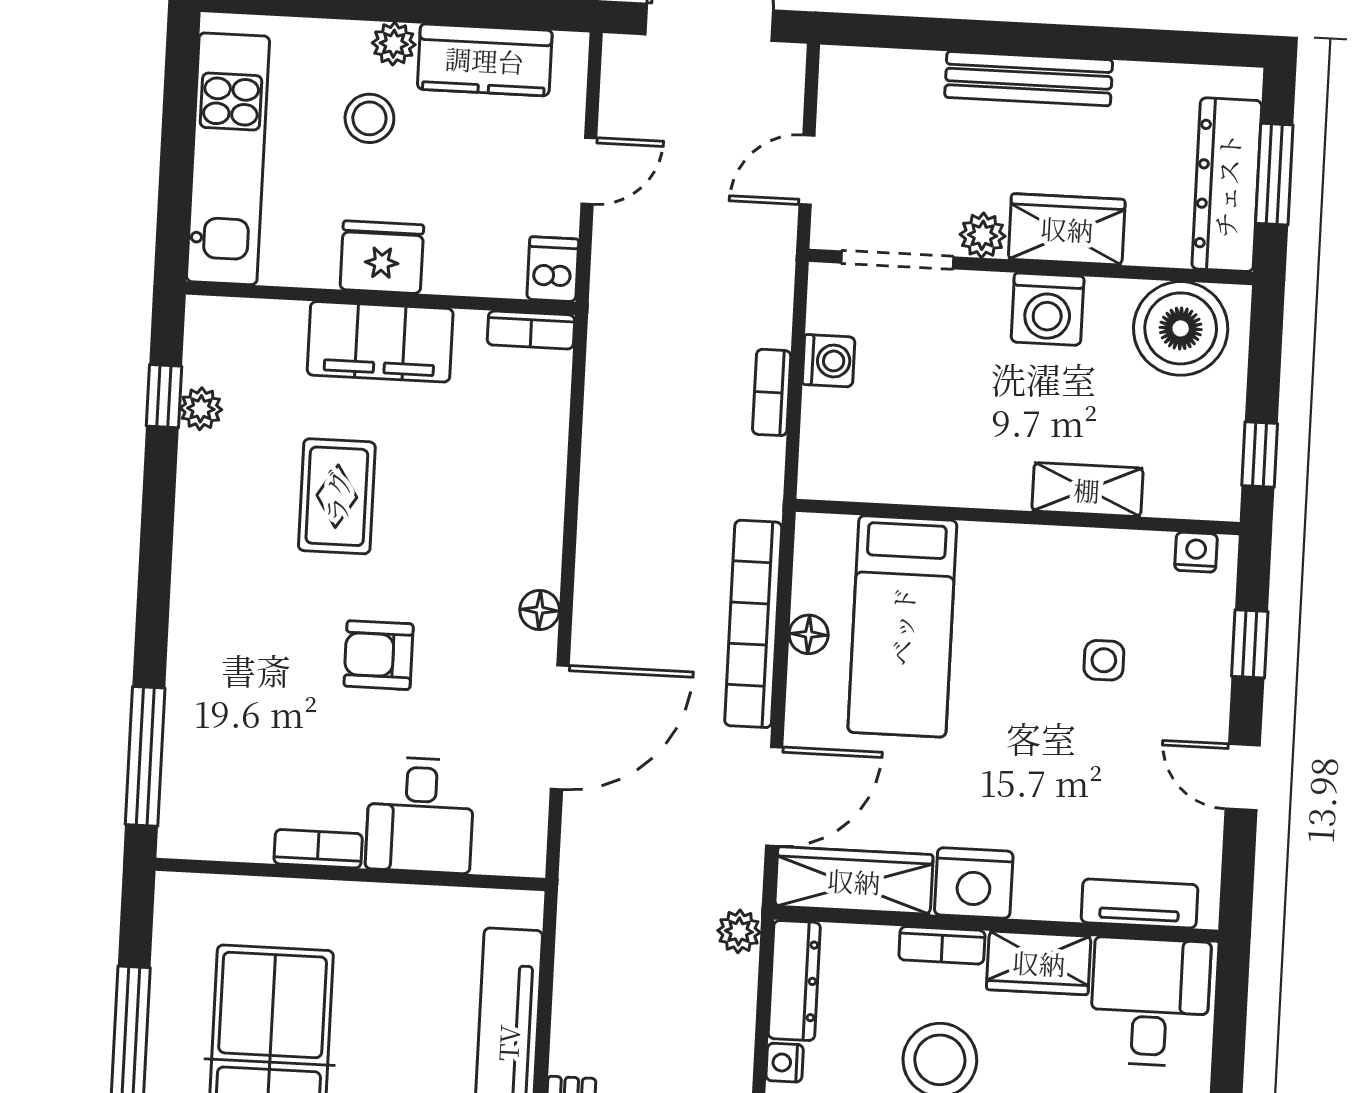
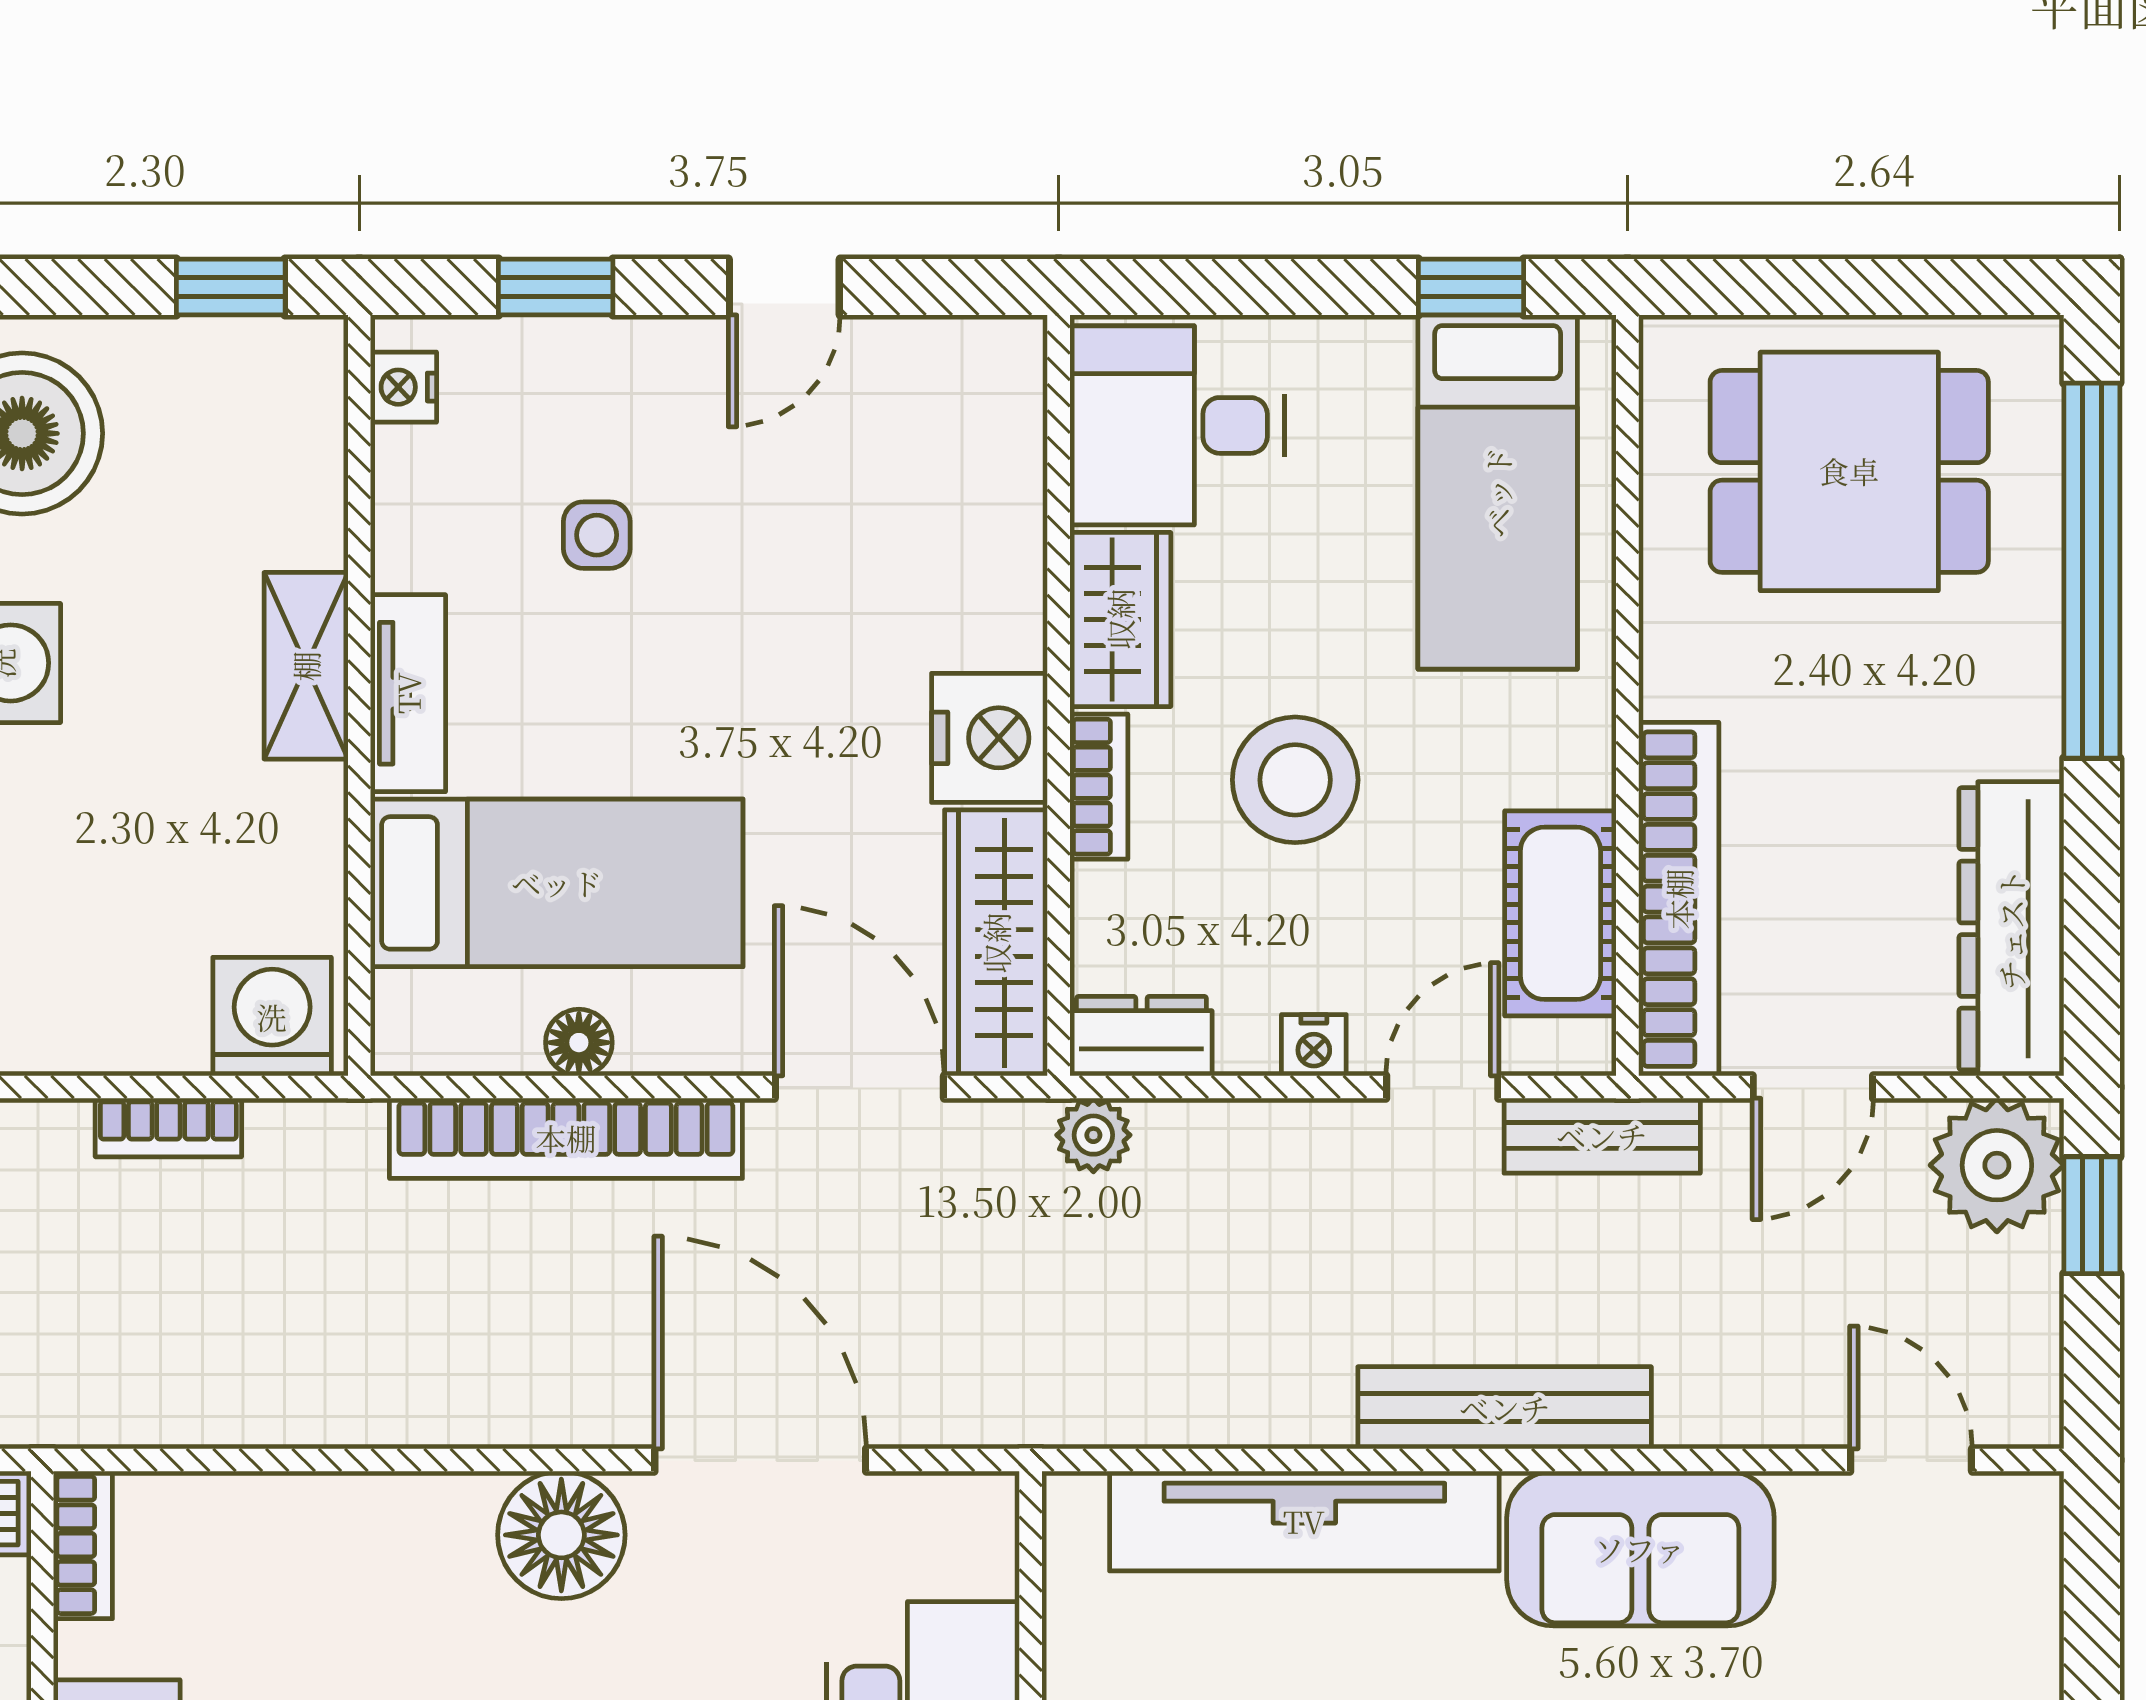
washing machine: (829, 361) -> (272, 1017), moved, width x1.38, depth x1.38
shelving: (1087, 490) -> (306, 666), moved
floor lamp: (540, 610) -> (561, 1535), width x1.89, depth x1.89
tv unit: (1140, 904) -> (408, 693), moved, turned 180
dresser: (794, 980) -> (1141, 1036), width x0.70

